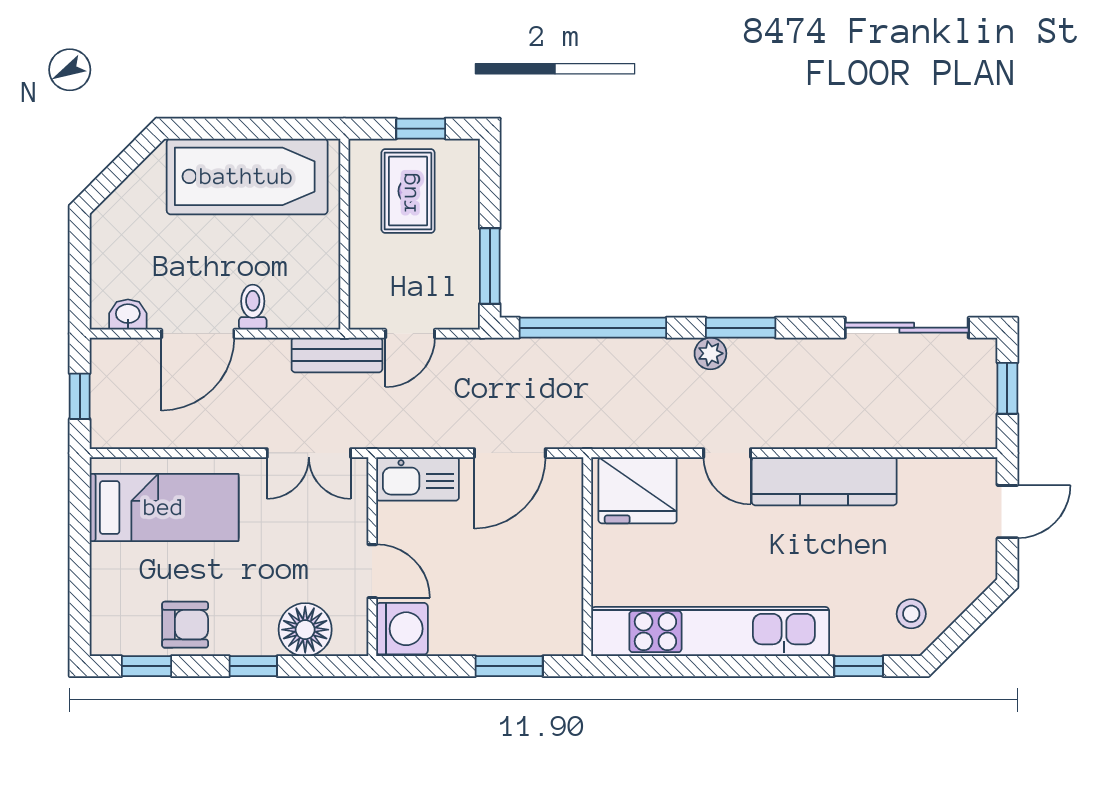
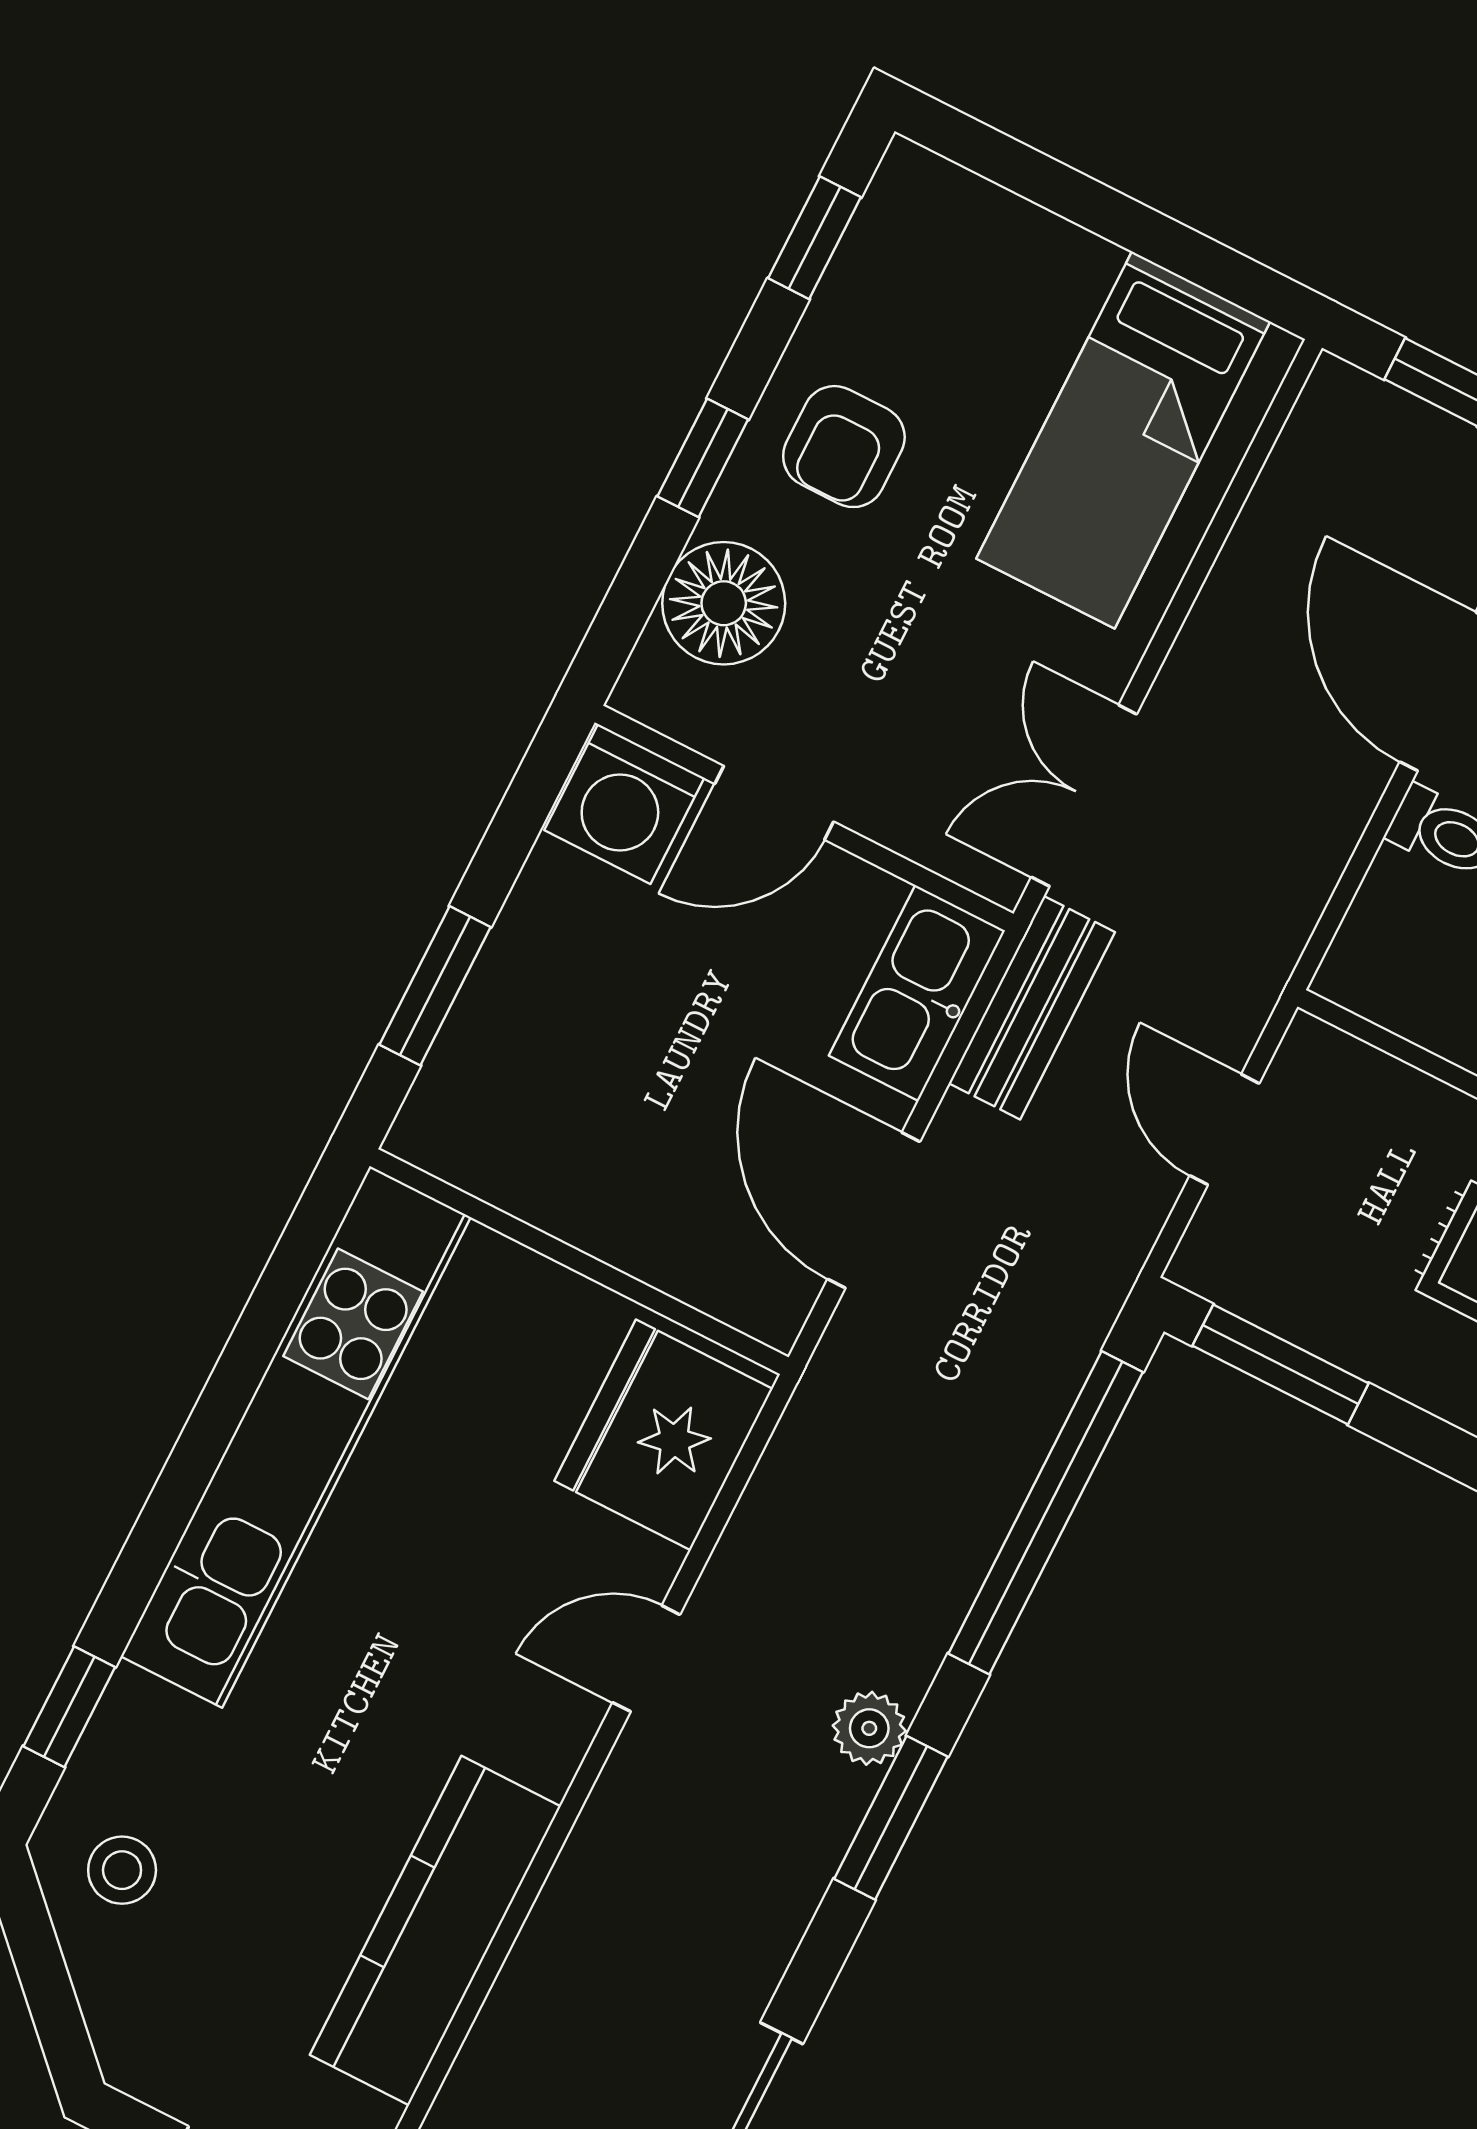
bench: (337, 355) -> (1032, 1008), moved
kitchen counter: (824, 481) -> (435, 1931), moved
armchair: (185, 625) -> (844, 447), moved

